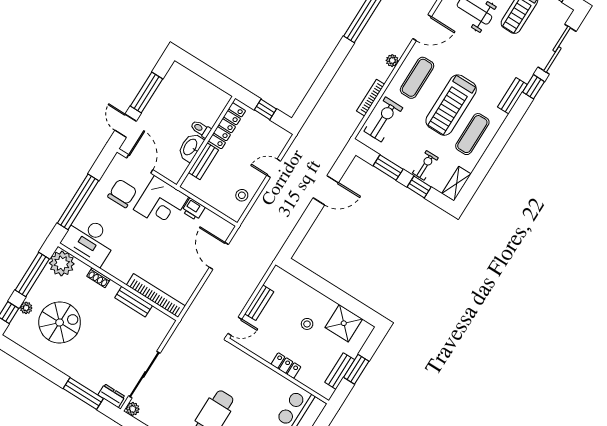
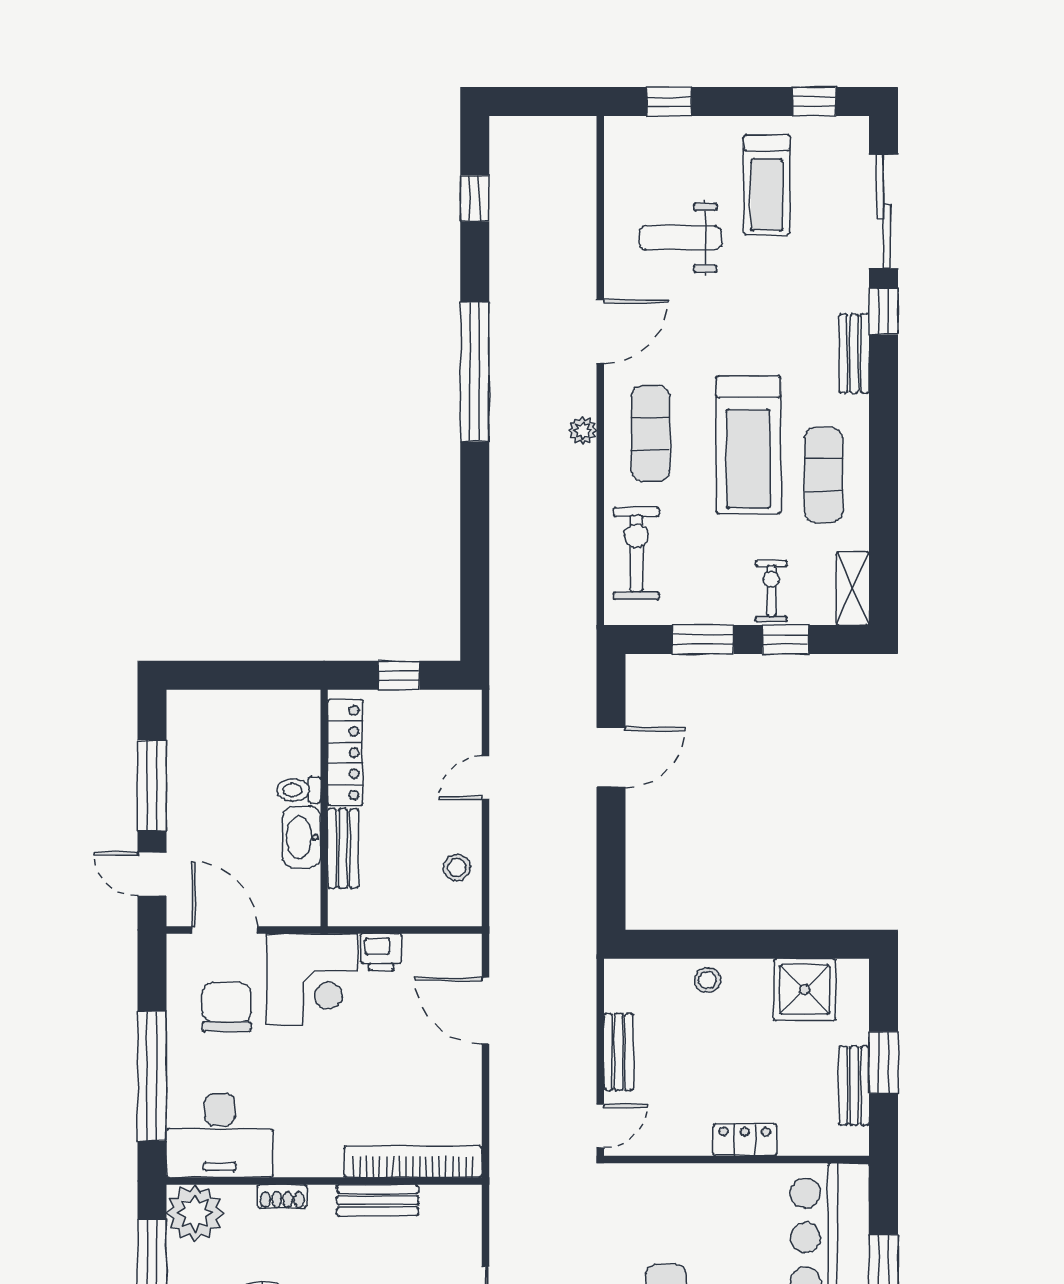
bookcase: (371, 98) -> (586, 527), removed
stool: (307, 324) -> (707, 980), moved

